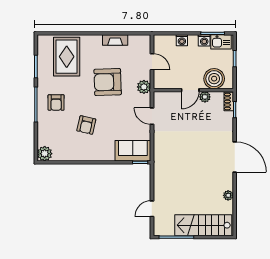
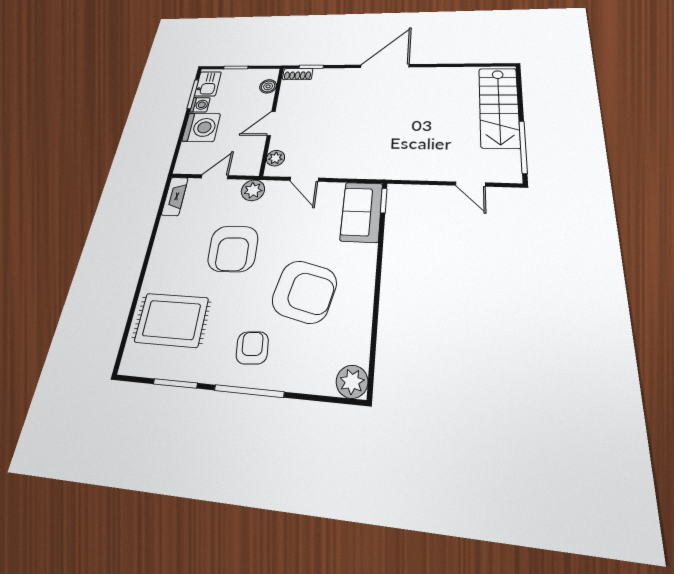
fireplace: (115, 40) -> (175, 196), moved
washing machine: (182, 40) -> (201, 127), width x1.89, depth x1.89
boiler: (214, 79) -> (268, 86), width x0.54, depth x0.54
door: (190, 90) -> (271, 123), swing flipped
plant: (205, 97) -> (275, 158), moved
armchair: (56, 102) -> (252, 348), turned -95
door: (152, 116) -> (304, 179), hinge flipped
armchair: (86, 125) -> (304, 292), width x1.88, depth x1.88
plant: (228, 195) -> (447, 73), removed

